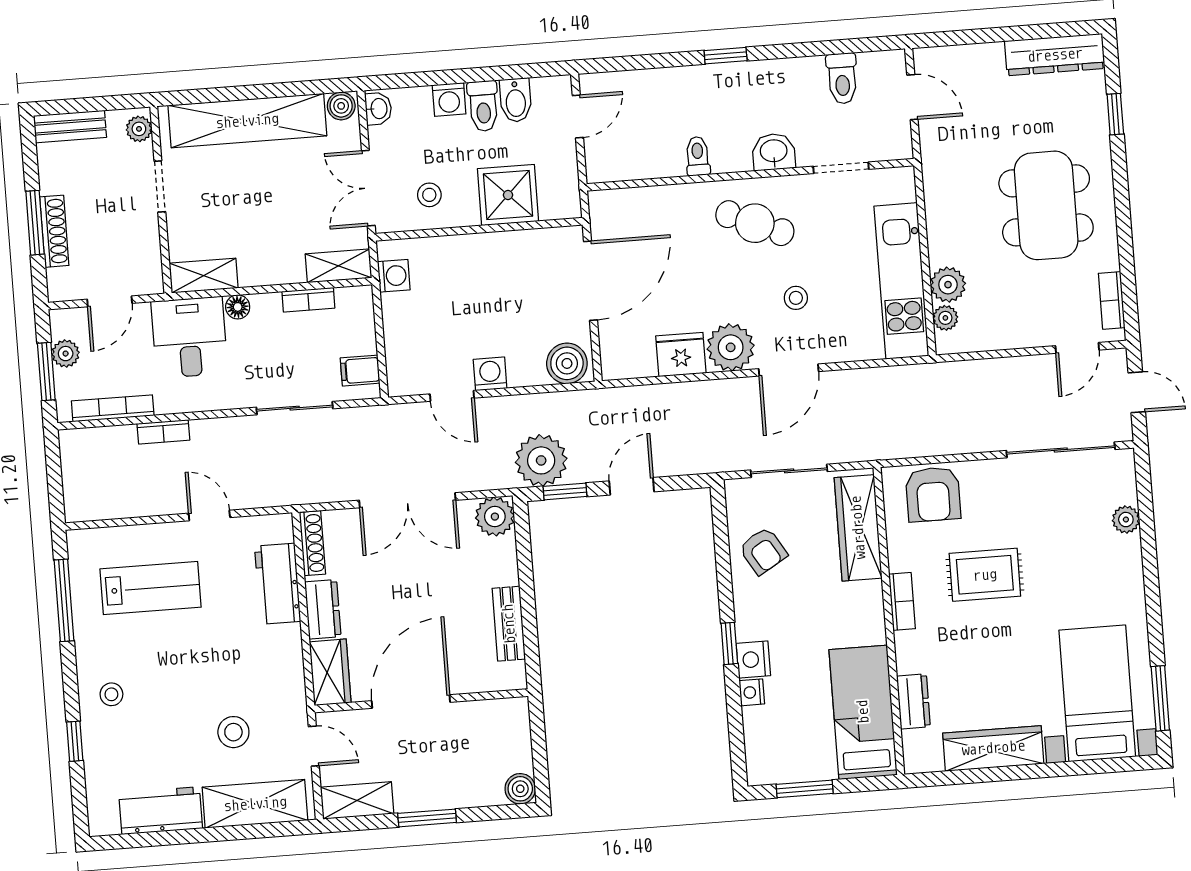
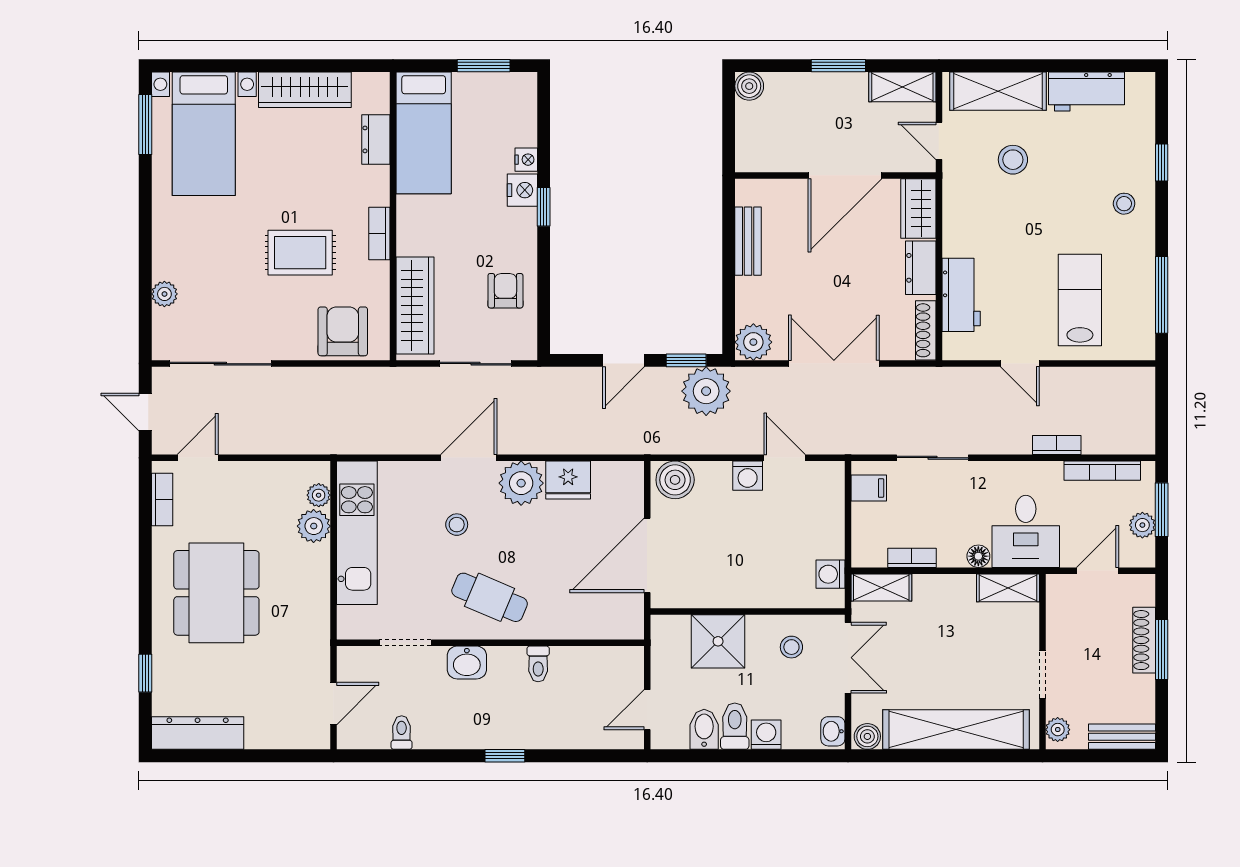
toilet: (842, 78) -> (402, 733), width x0.73, depth x0.72
door: (912, 97) -> (333, 704), swing flipped
armchair: (763, 551) -> (505, 291), turned 31
lab bench: (151, 588) -> (1080, 300), turned 90

